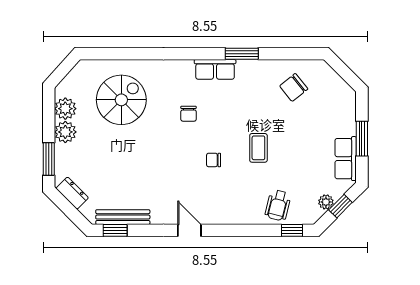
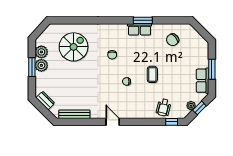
row of seats: (215, 69) -> (139, 29), moved
window: (49, 159) -> (32, 67), moved
window: (115, 230) -> (70, 122), removed

